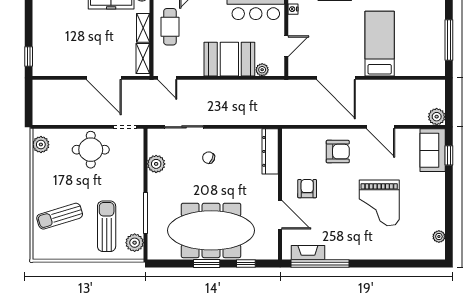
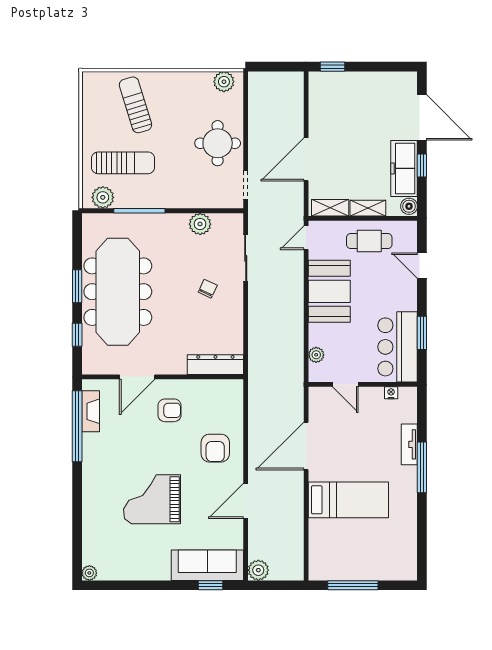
booth: (229, 59) -> (329, 291), moved
sofa: (433, 150) -> (207, 565), width x1.36
plant: (439, 237) -> (89, 573), moved

